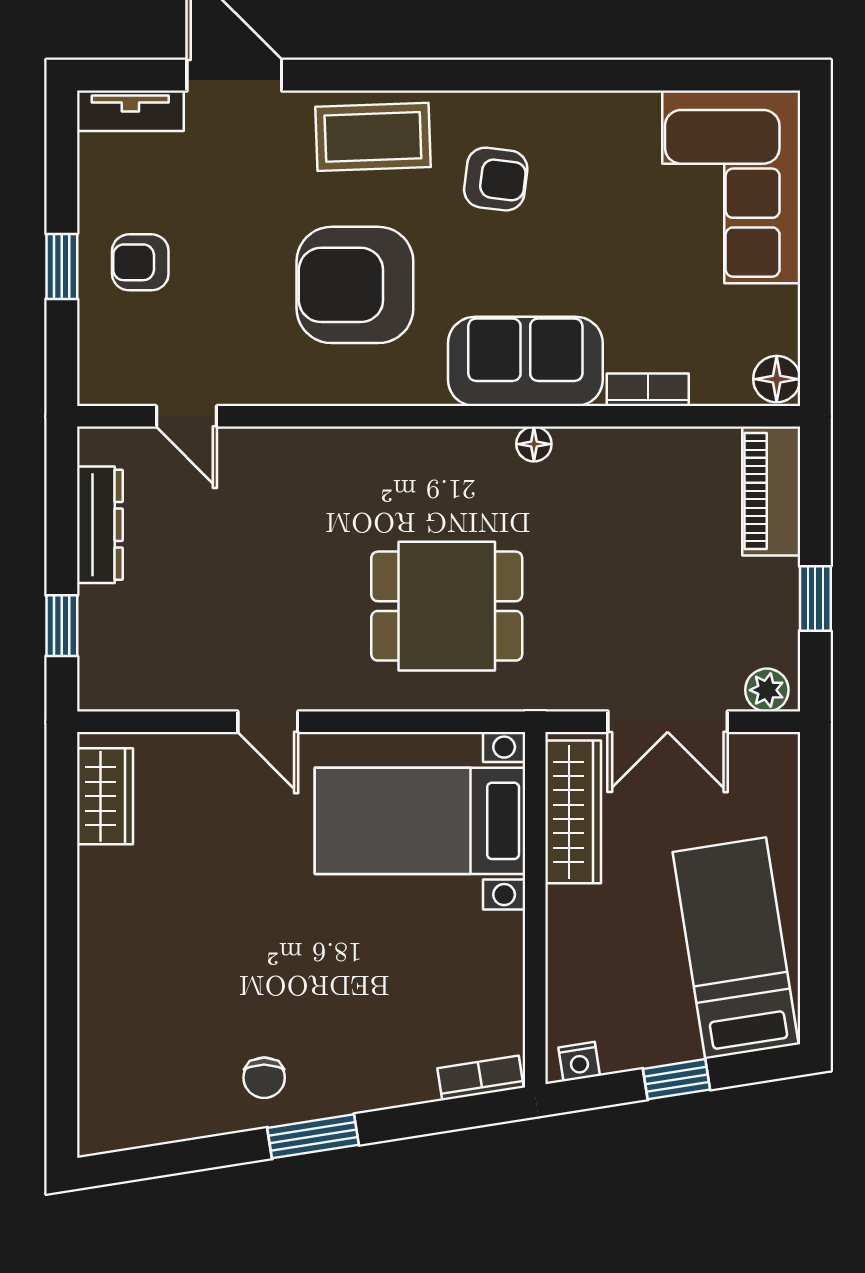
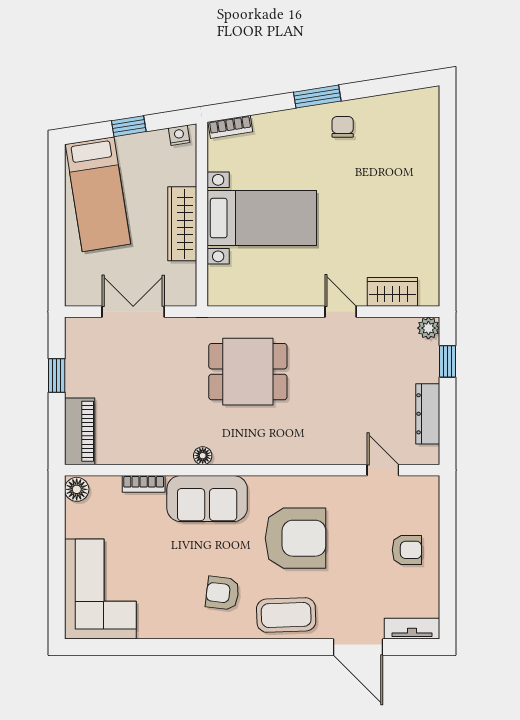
window: (62, 266) -> (448, 548), removed
plant: (767, 690) -> (428, 328), moved
wardrobe: (105, 796) -> (392, 292), moved, turned 90
wardrobe: (573, 812) -> (182, 224), moved
bed with nightstands: (420, 821) -> (262, 218), moved

